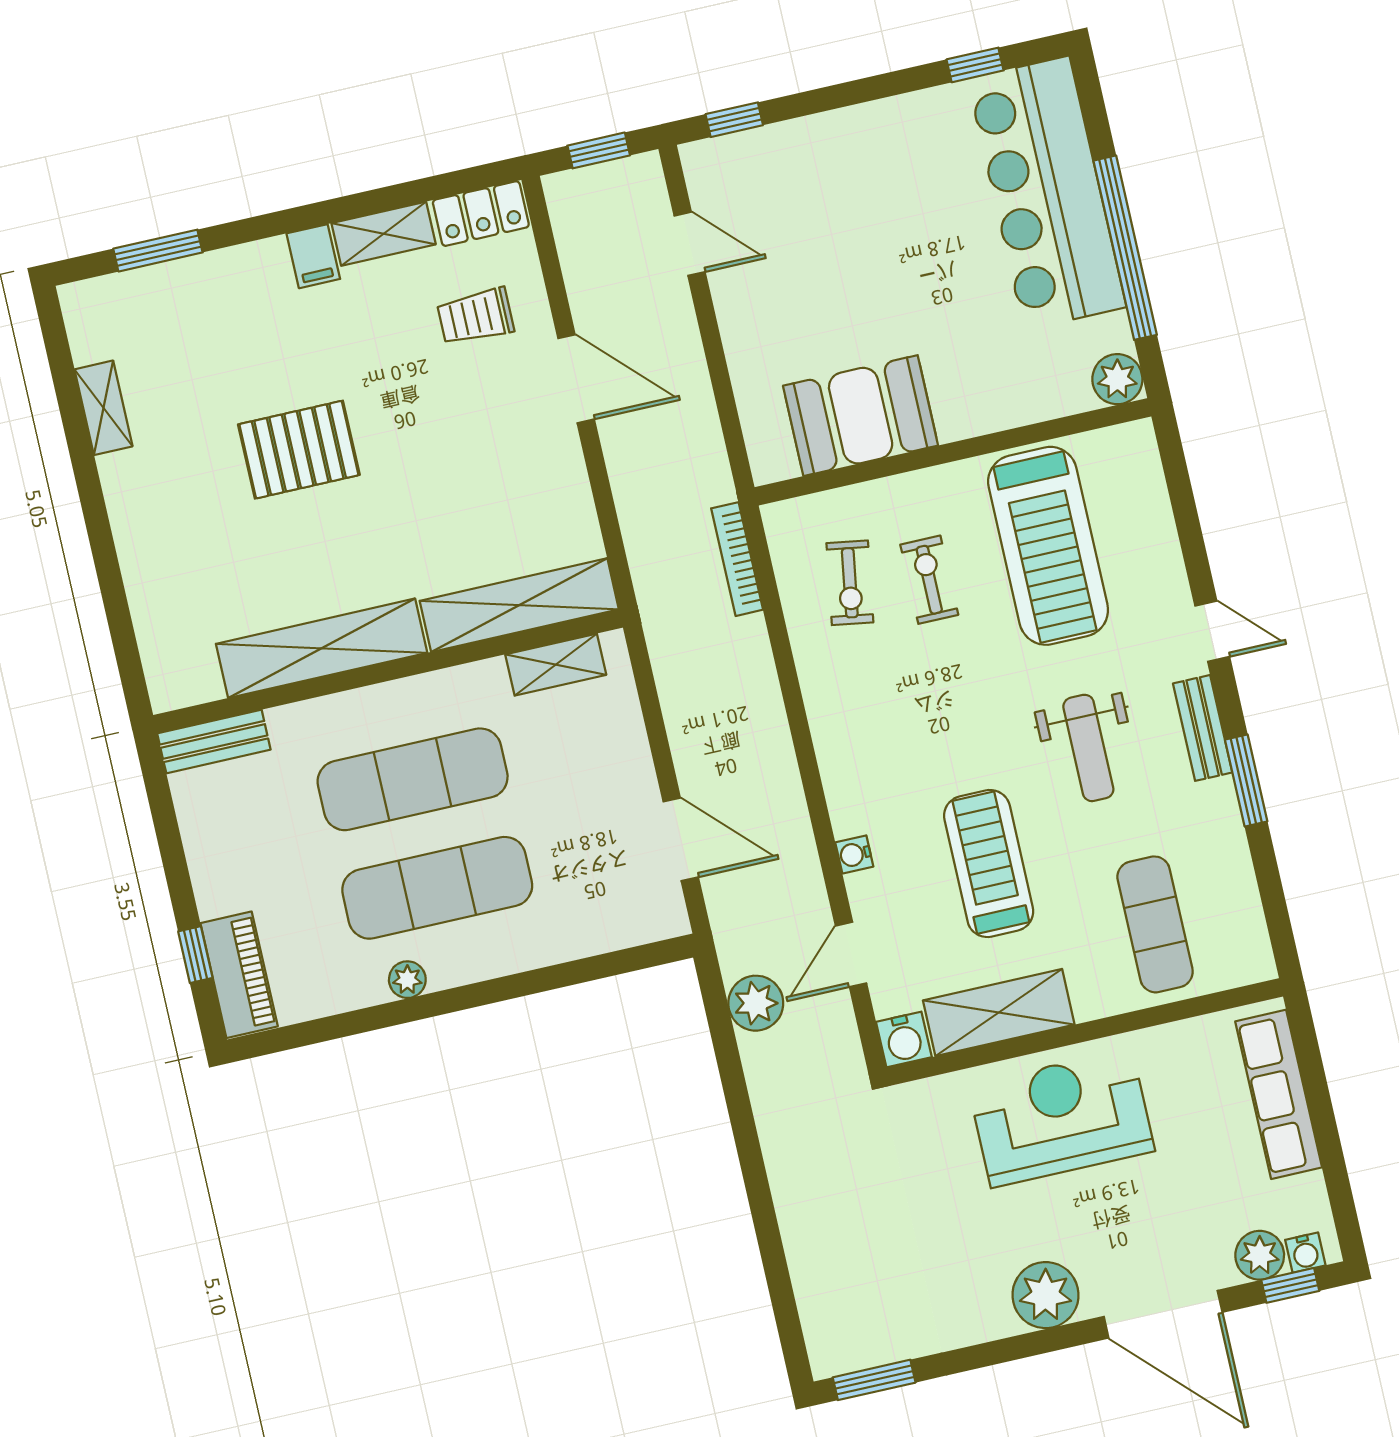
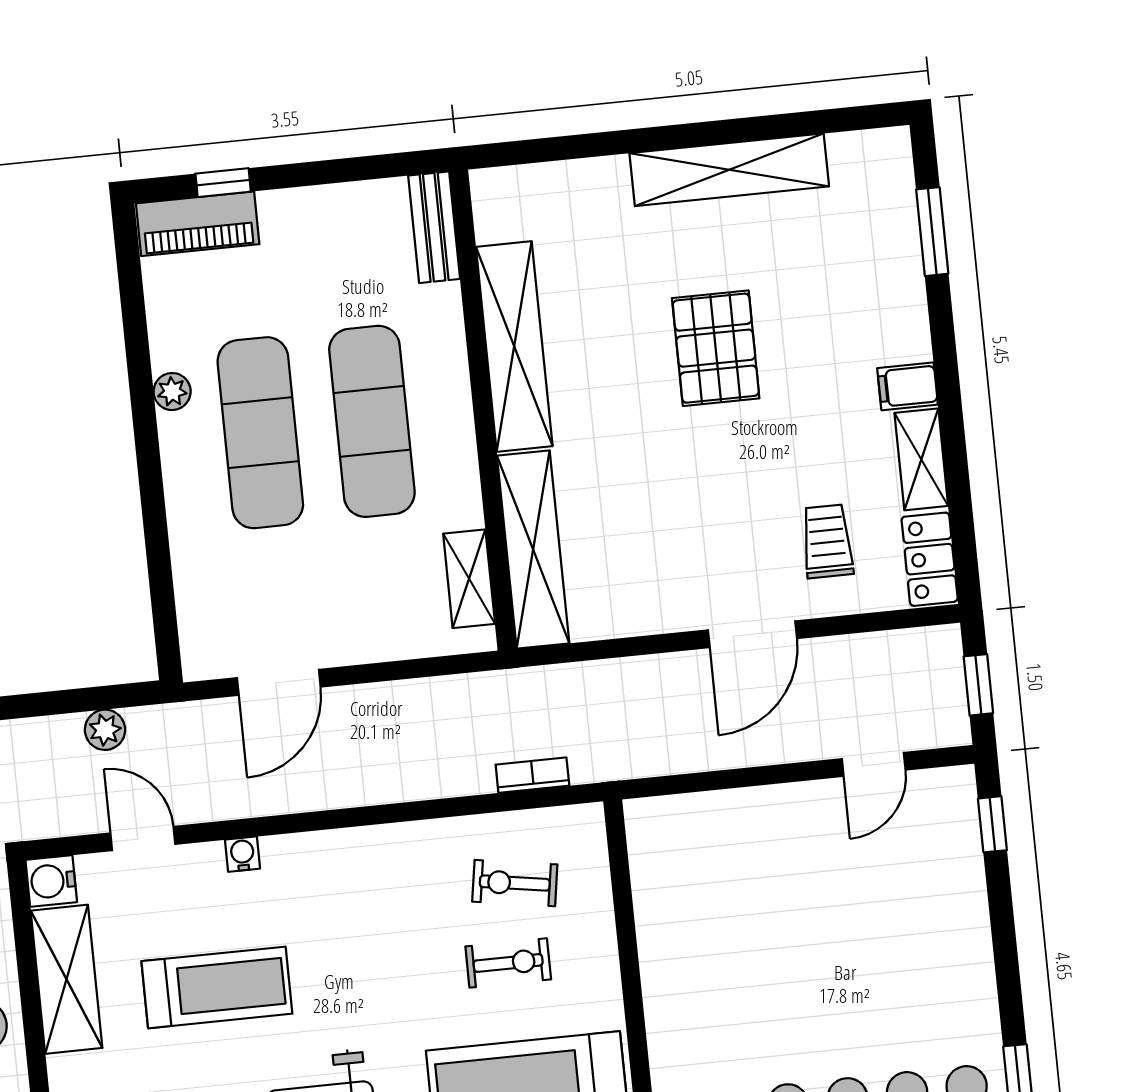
shelving: (104, 408) -> (729, 170), width x2.20, depth x1.33
booth: (861, 416) -> (681, 914), removed
bookcase: (737, 559) -> (532, 775), width x0.64
plant: (756, 1003) -> (105, 730), width x0.73, depth x0.73

